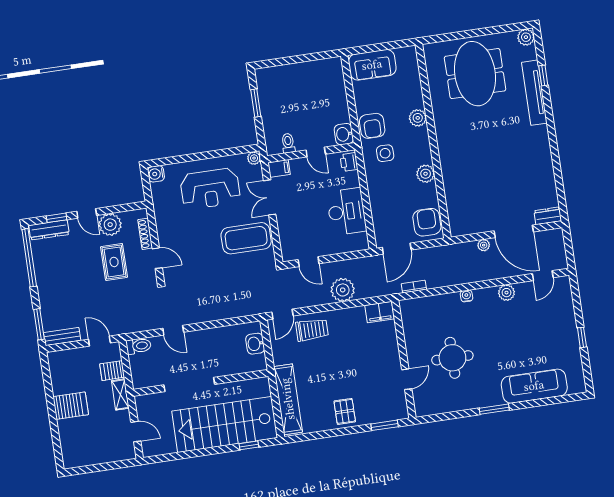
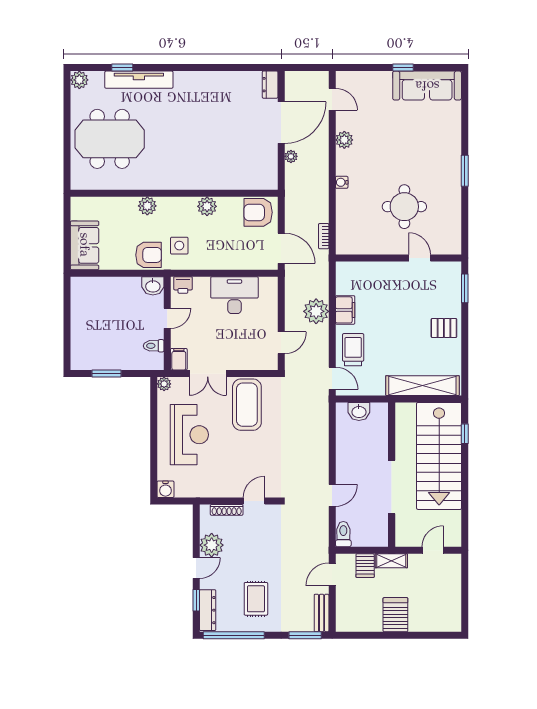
rug: (114, 262) -> (256, 599), moved, turned 90
filing cabinet: (379, 312) -> (345, 310), moved
sofa: (534, 386) -> (427, 86), moved, turned -90

